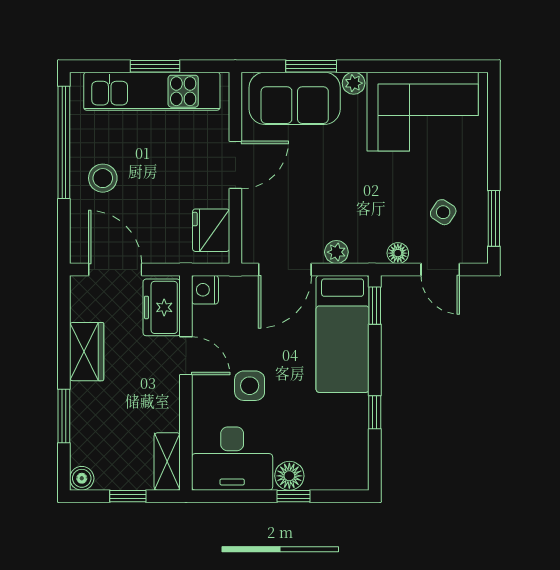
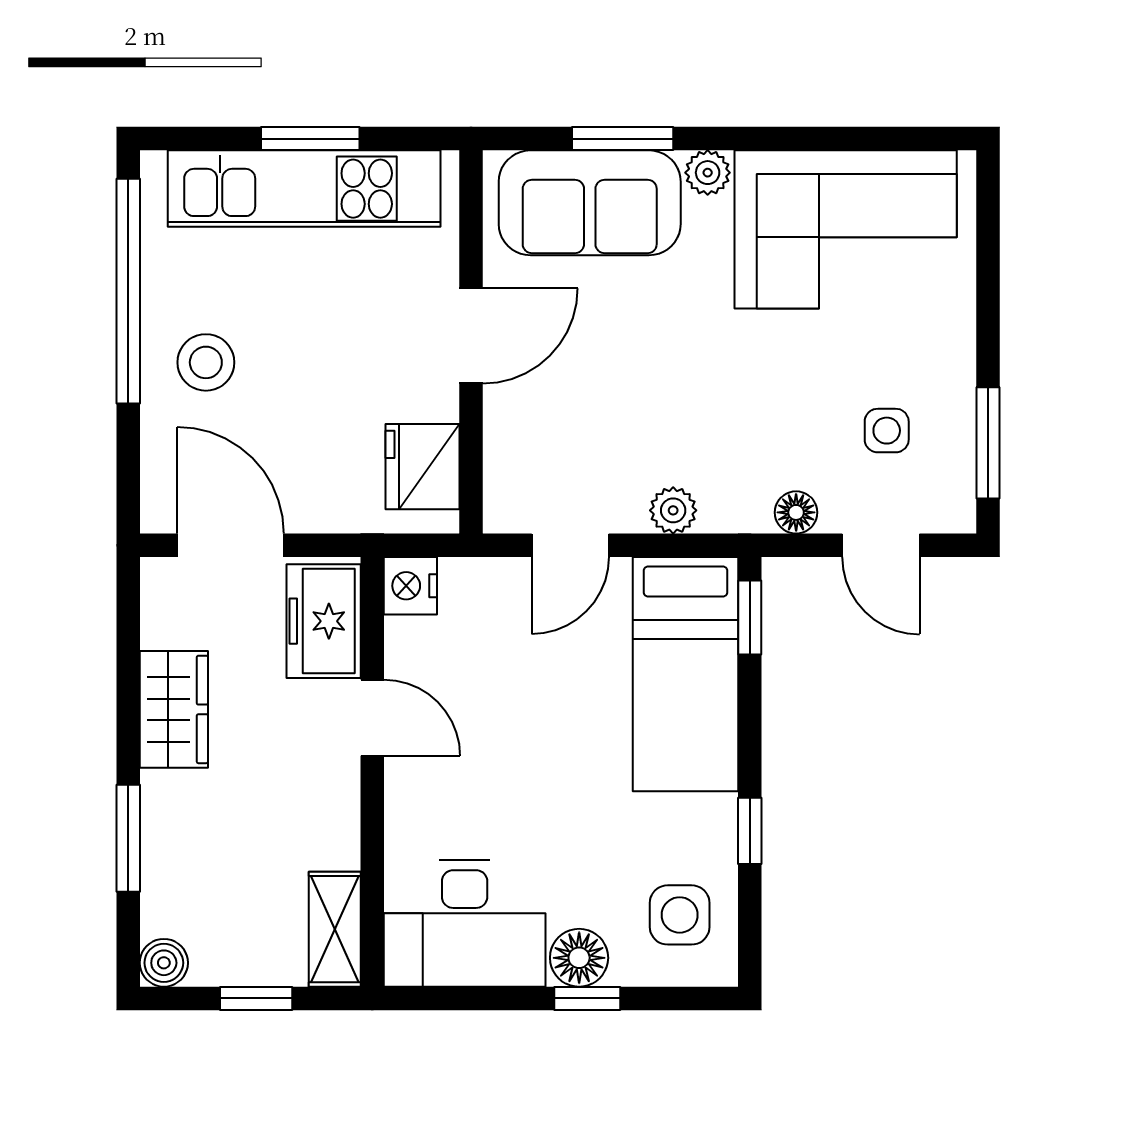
side table: (443, 212) -> (887, 431), turned -33
door: (285, 270) -> (570, 545), width x0.73
side table: (250, 386) -> (680, 915), moved

